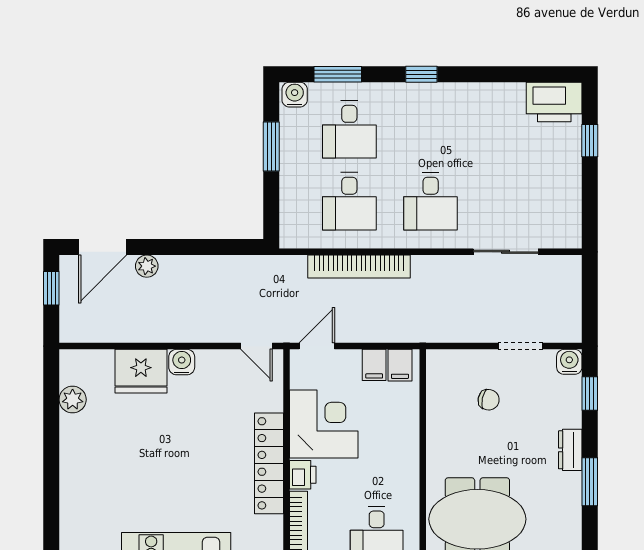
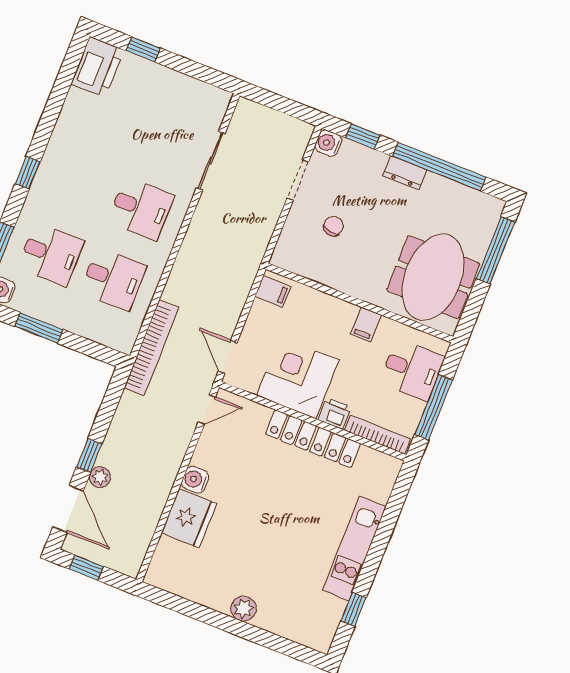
window: (164, 247) -> (89, 456), added
bookcase: (359, 267) -> (151, 348), moved
filing cabinet: (374, 365) -> (366, 324), moved, turned 90
plant: (73, 400) -> (244, 609), moved
window: (590, 482) -> (439, 167), width x2.11

